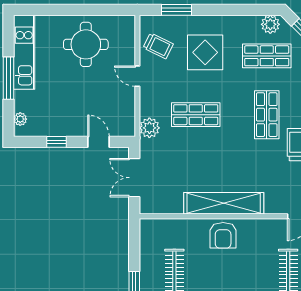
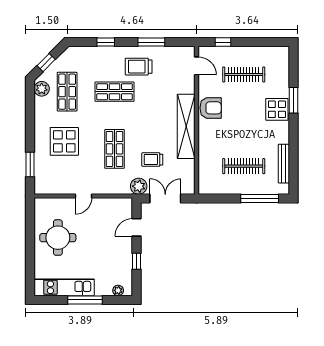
trolley: (158, 46) -> (152, 160), moved, turned -116
plant: (149, 128) -> (139, 186), moved
double door: (134, 178) -> (165, 199), swing flipped
armchair: (223, 235) -> (211, 108), moved

